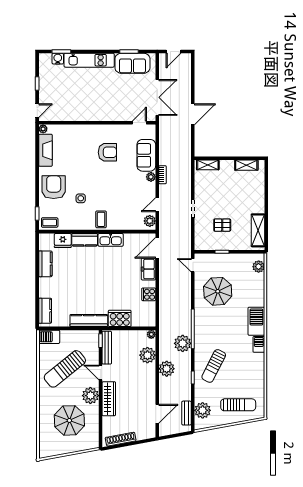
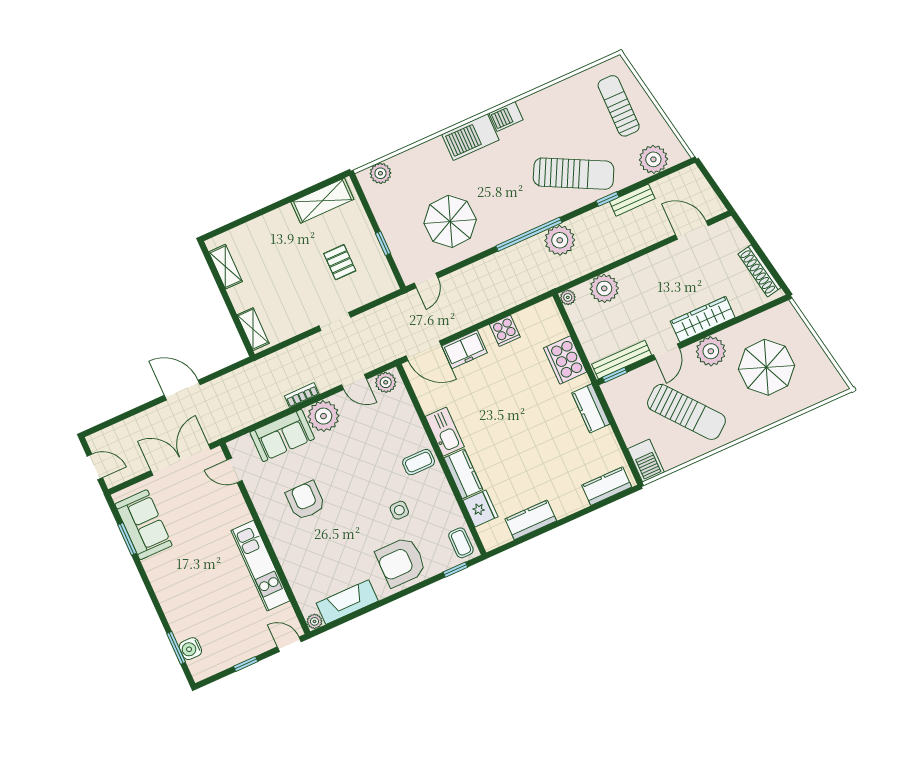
kitchen unit: (89, 60) -> (260, 566), moved, turned 180
plant: (151, 177) -> (323, 416), width x1.88, depth x1.88
kitchen counter: (89, 320) -> (591, 408), width x0.67
sun lounger: (214, 366) -> (574, 174), width x1.36, depth x1.34
plant: (167, 369) -> (612, 248), removed
bench: (187, 413) -> (632, 200), moved

